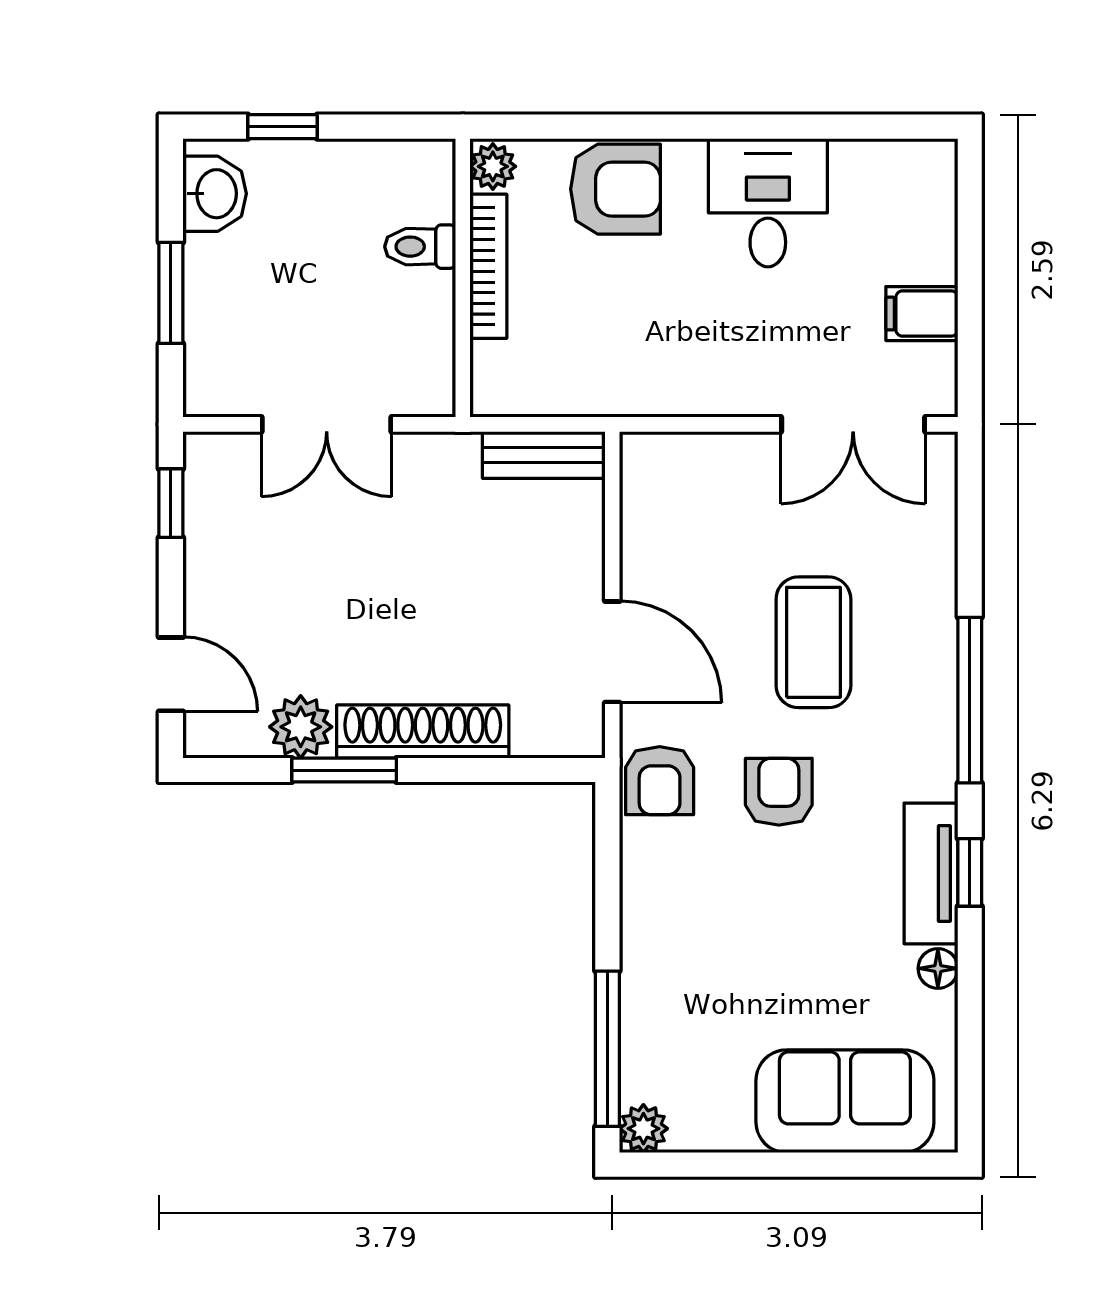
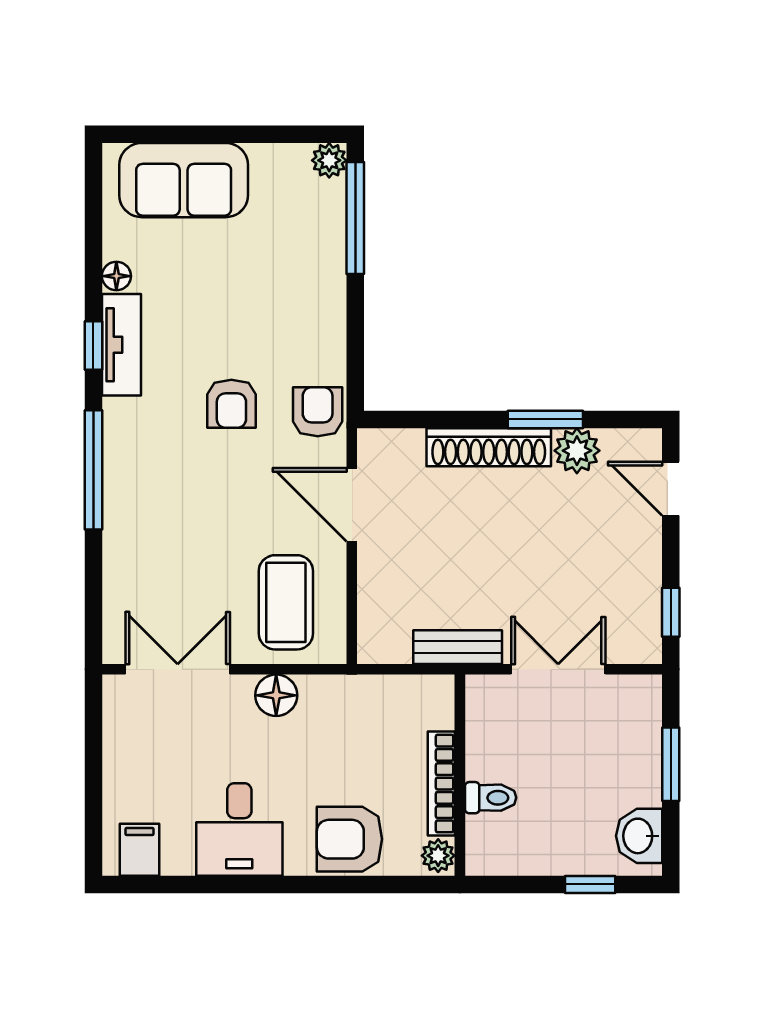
filing cabinet: (922, 314) -> (139, 850), moved, turned -90
floor lamp: (717, 388) -> (276, 695), added
bench: (544, 455) -> (458, 647), moved
coffee table: (813, 642) -> (286, 602), moved

